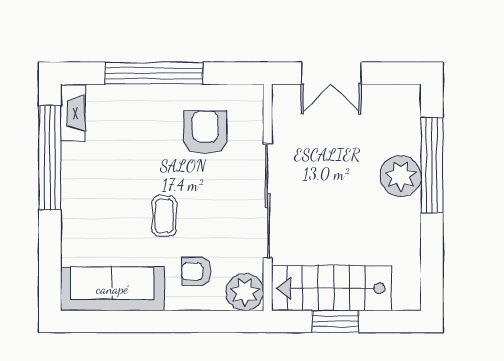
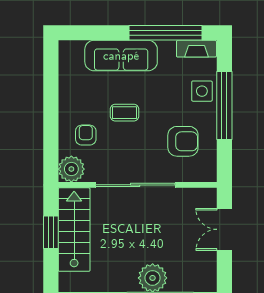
side table: (133, 105) -> (202, 91), added
sofa: (112, 289) -> (121, 56), moved, turned 90

